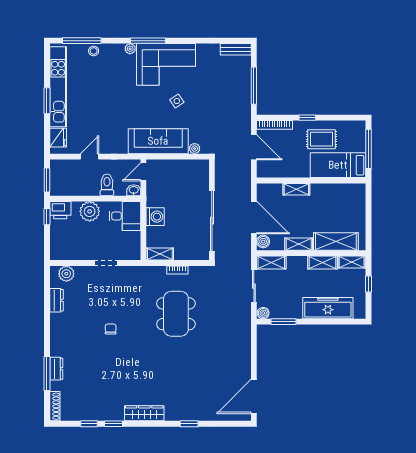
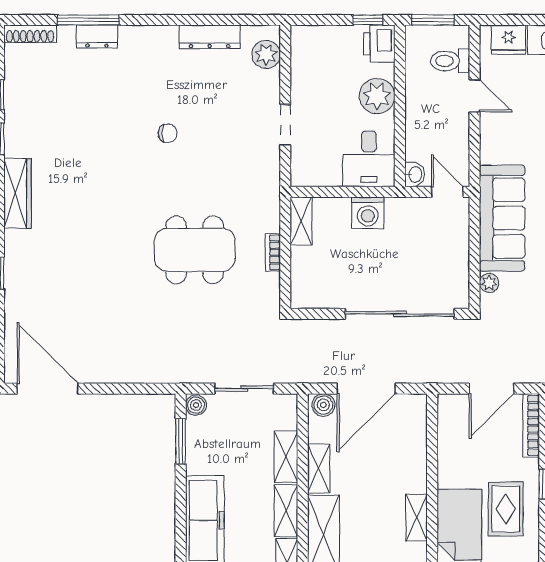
toilet: (107, 185) -> (450, 61), moved, turned 180
shelving: (296, 189) -> (417, 518), moved
sliding door: (212, 221) -> (400, 314), moved
shelving: (271, 263) -> (286, 457), moved
dresser: (56, 300) -> (210, 37), width x1.44

